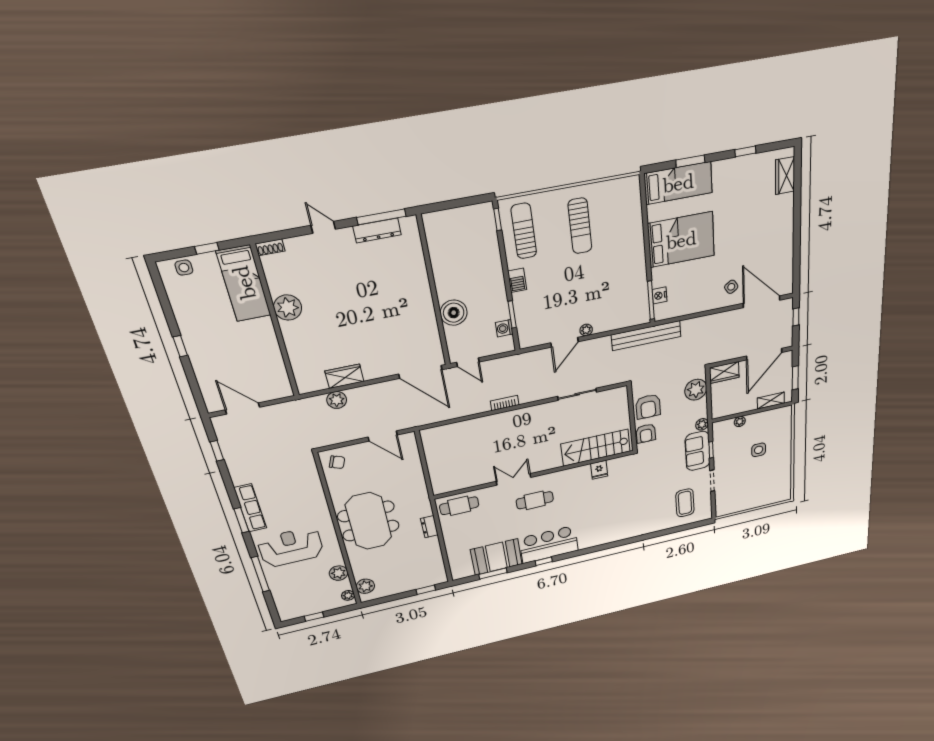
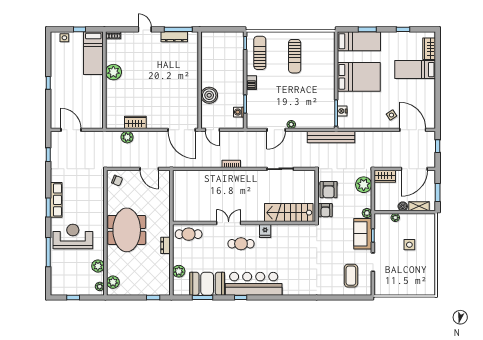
bed: (764, 212) -> (415, 70), added
boiler: (749, 405) -> (403, 206), added
fridge: (599, 470) -> (265, 231), moved
bar counter: (549, 544) -> (254, 284), width x1.36
plant: (455, 552) -> (179, 271), added

